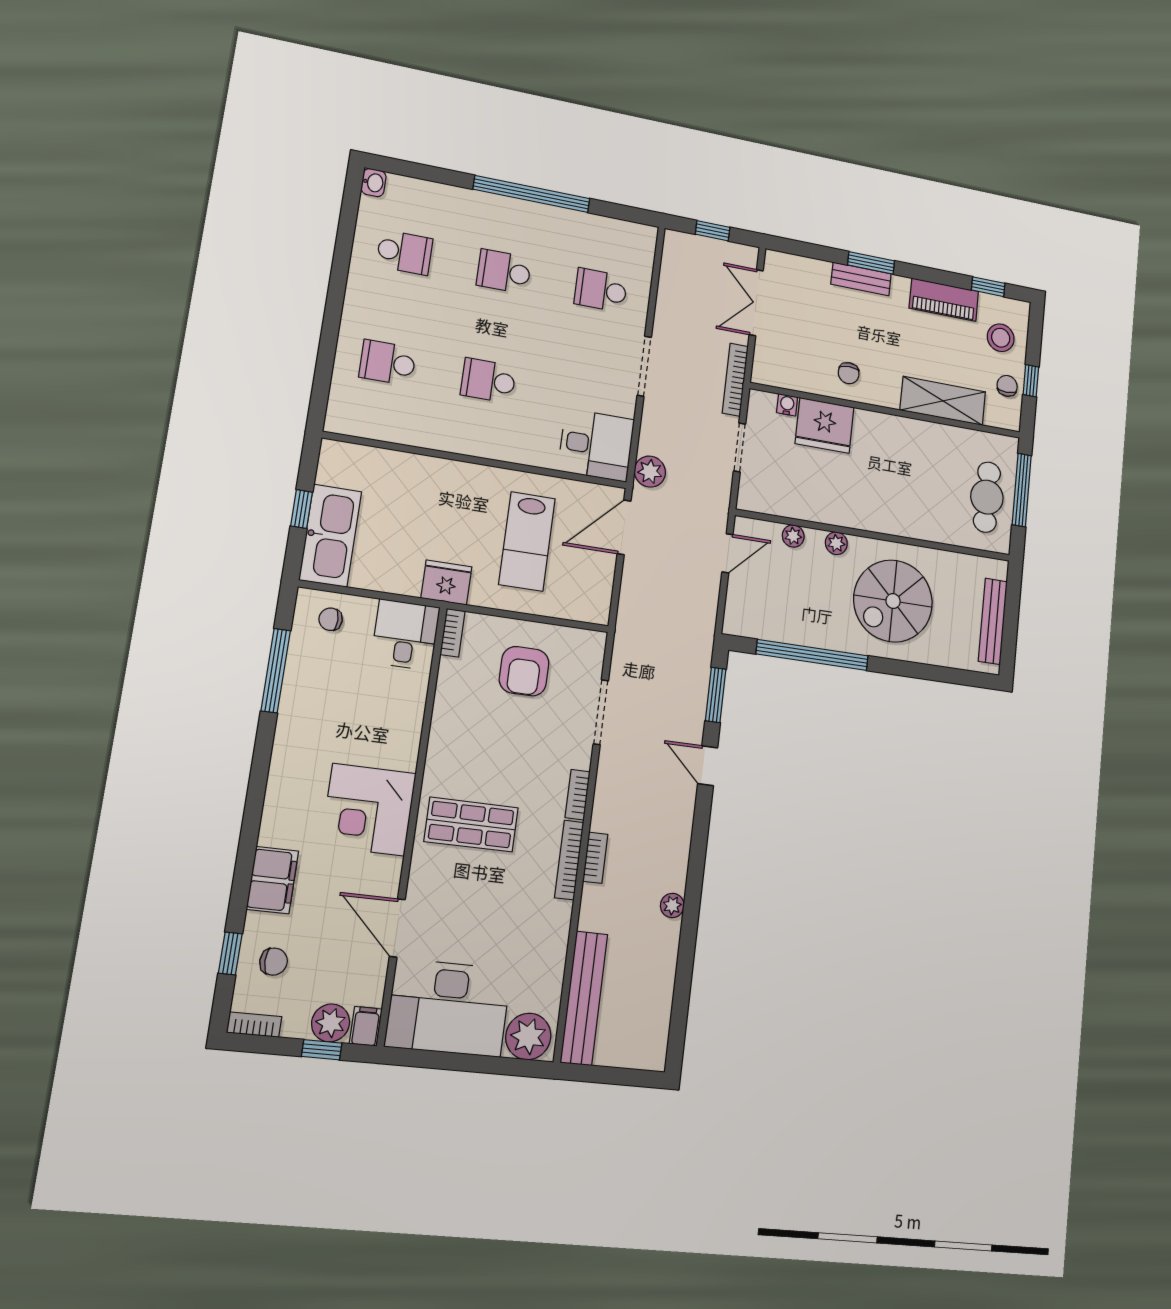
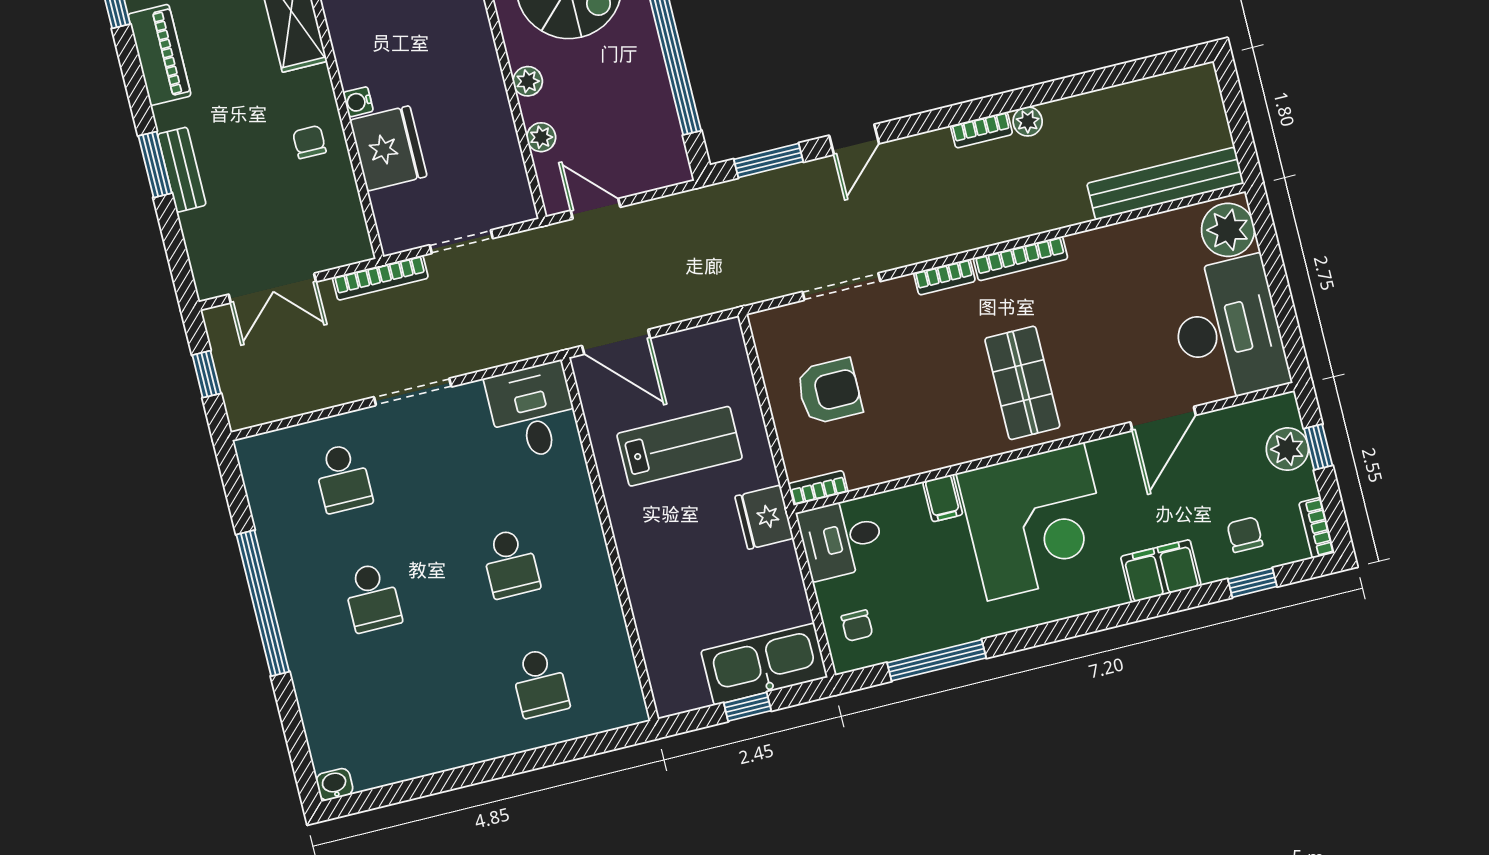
school desk: (405, 252) -> (402, 717), removed
chair: (849, 373) -> (309, 142), turned -90
water cooler: (787, 405) -> (358, 102), moved
plant: (650, 472) -> (537, 337), removed
corner desk: (369, 810) -> (1036, 522), width x1.36, depth x1.36
bookcase: (595, 858) -> (981, 130), moved, turned 180
filing cabinet: (366, 1026) -> (943, 498), moved, turned -90

